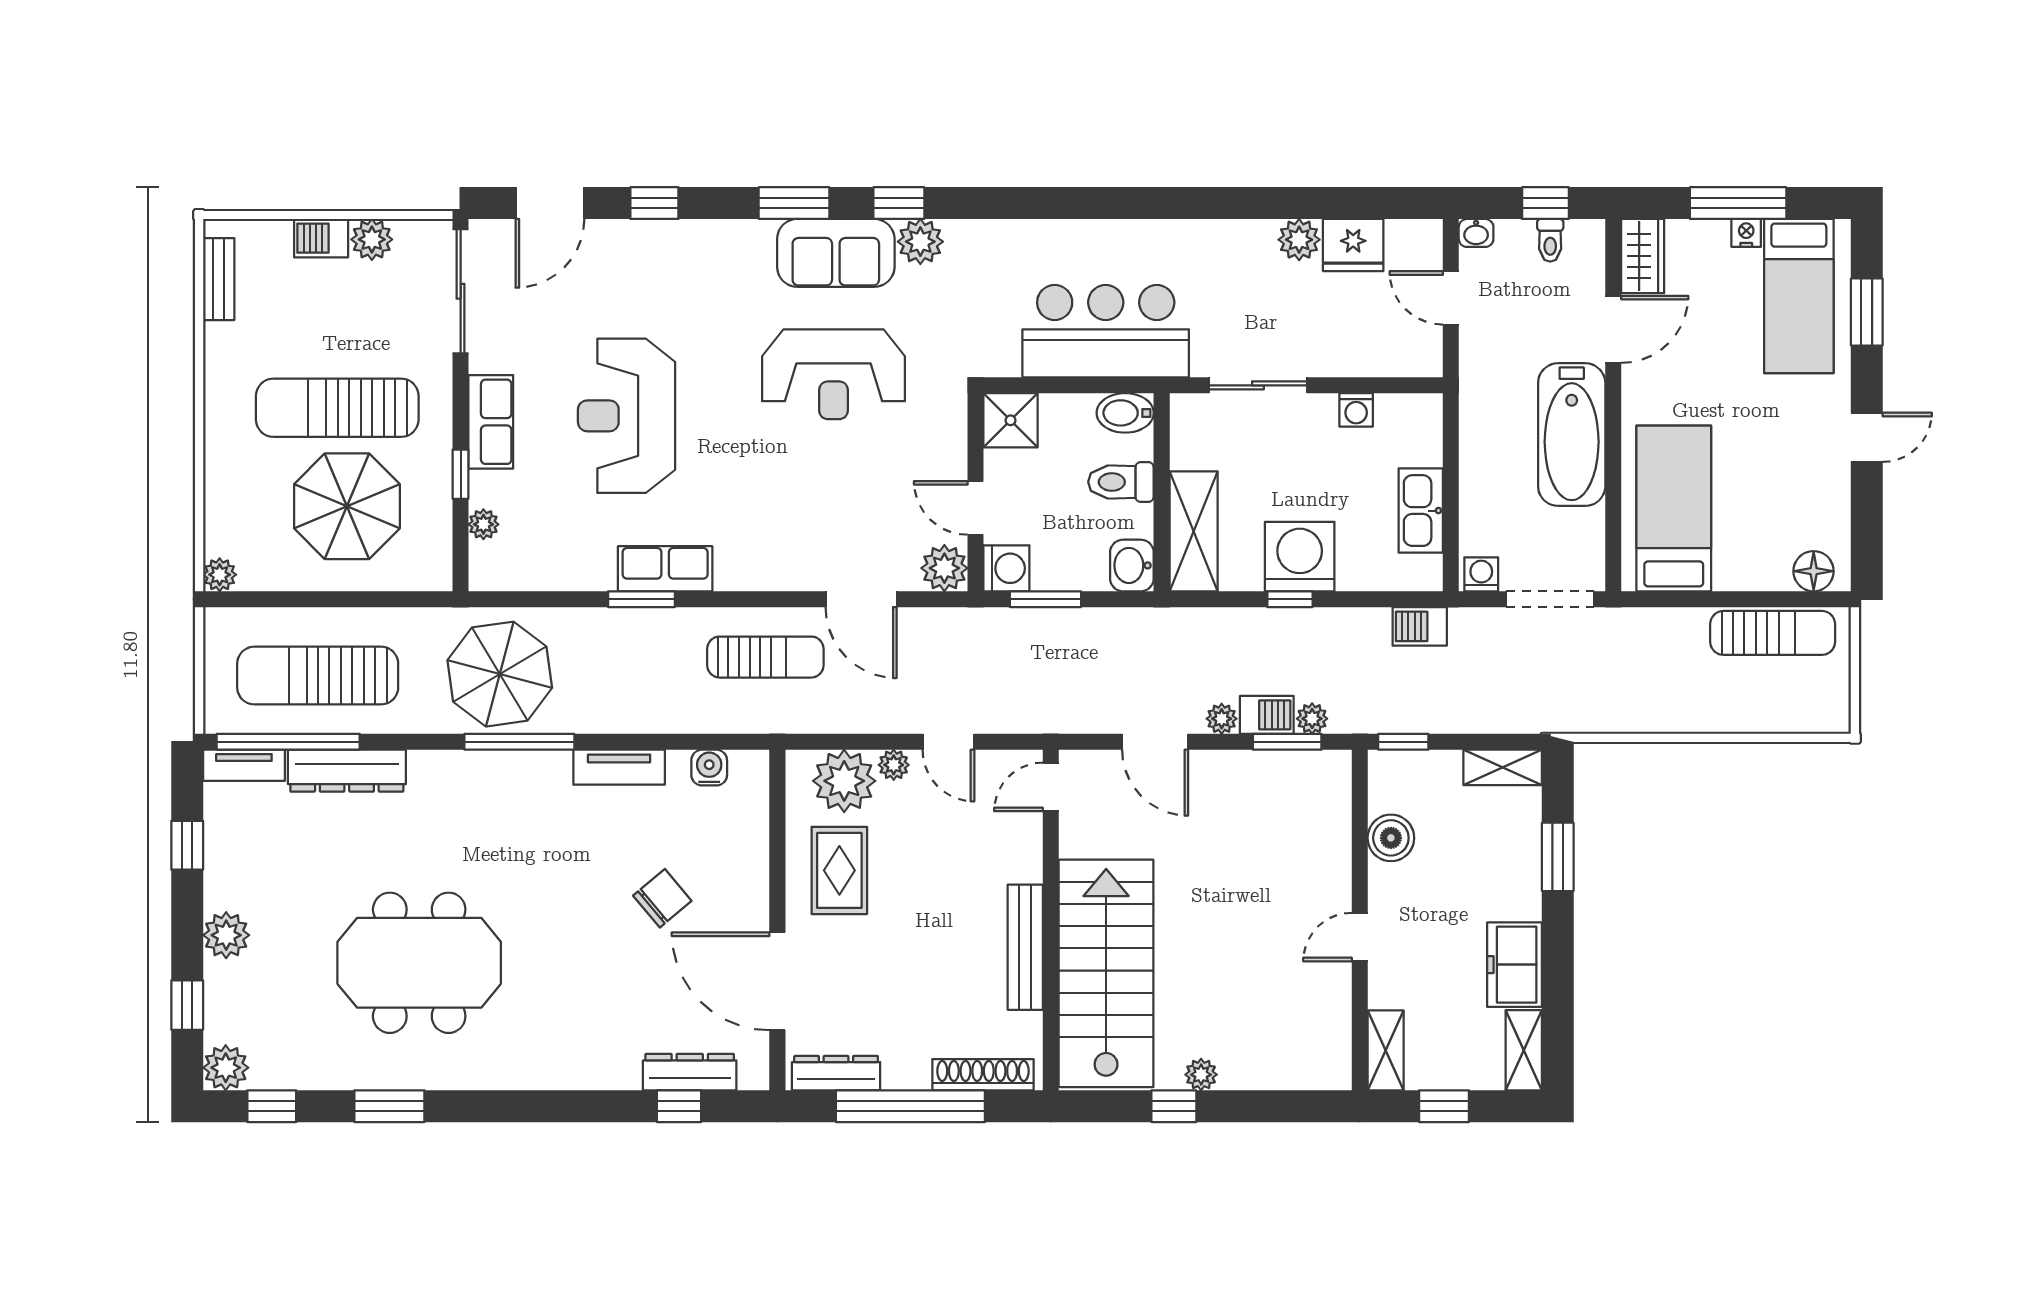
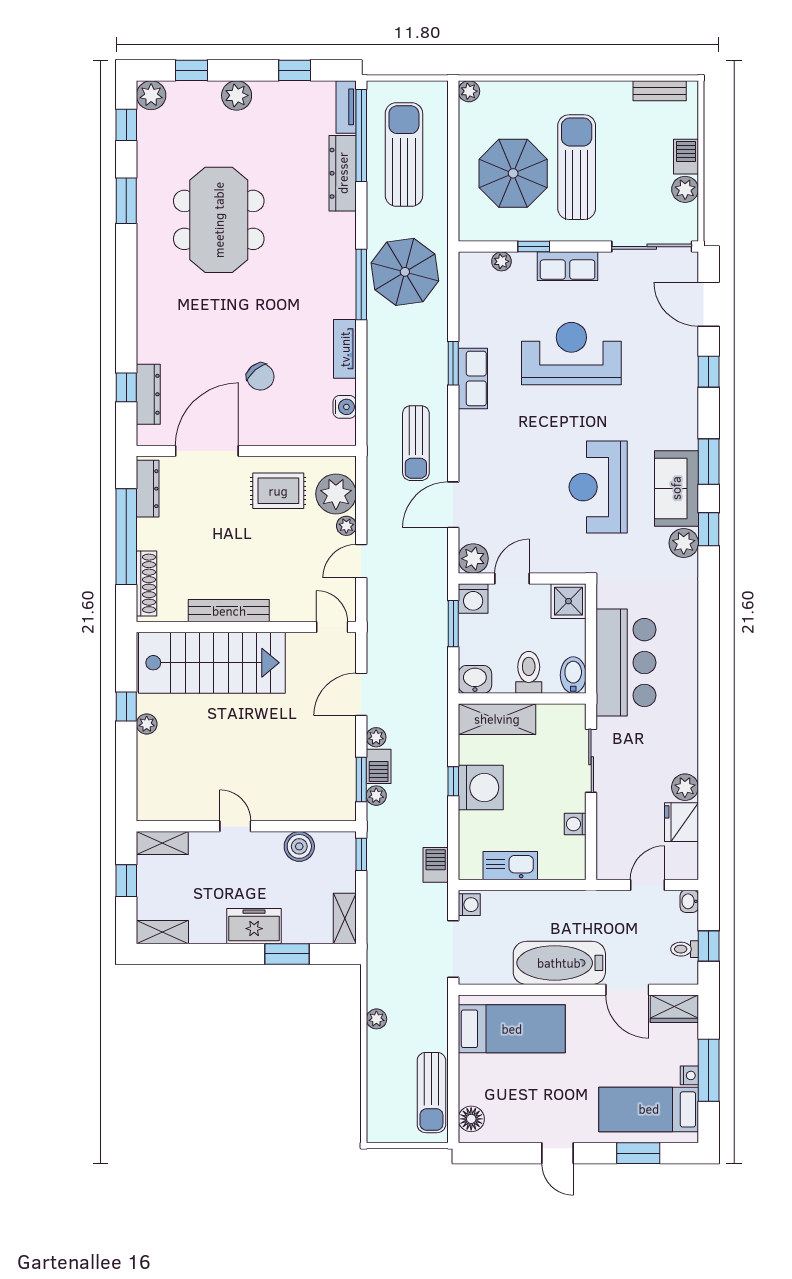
plant: (1659, 718) -> (376, 1019), added
freezer: (1514, 965) -> (254, 926), moved

